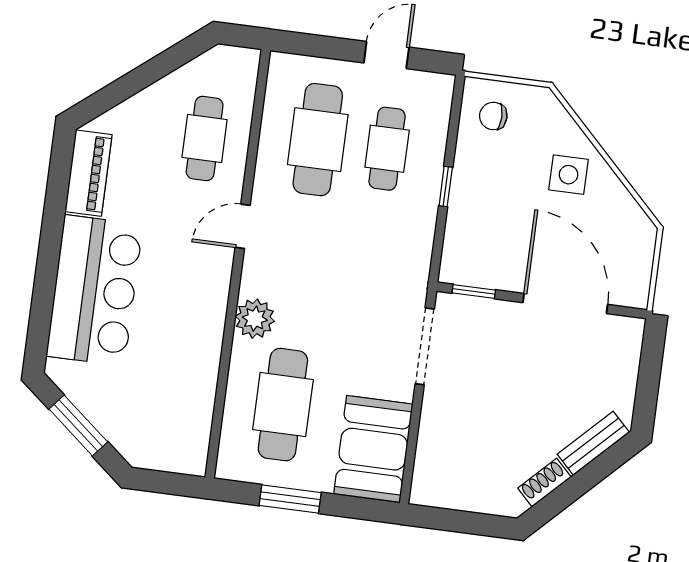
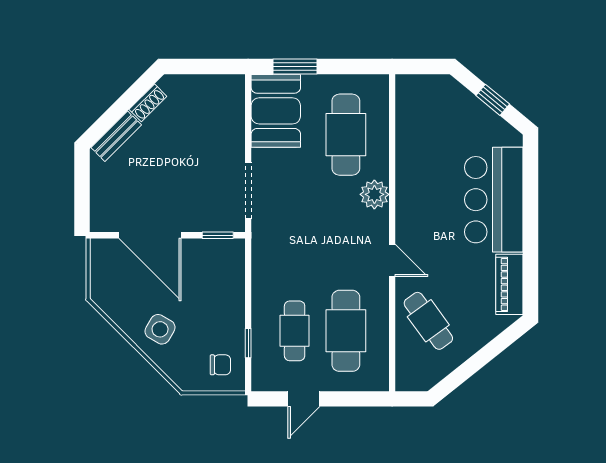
cafe table: (205, 138) -> (428, 321), turned -36
side table: (569, 175) -> (160, 329), turned 30
window: (446, 187) -> (248, 343), moved
door: (243, 226) -> (392, 260), hinge flipped
window: (78, 425) -> (493, 100), width x0.67
window: (290, 499) -> (295, 67), moved

